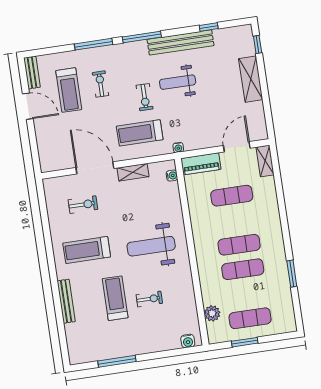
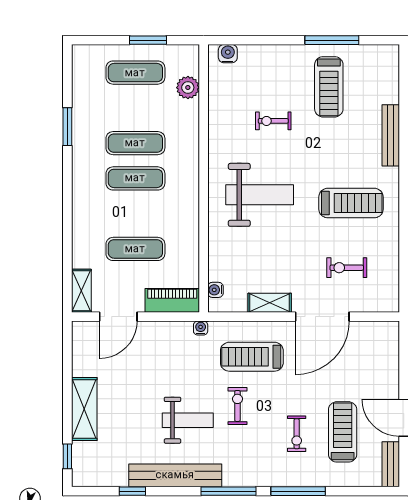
treadmill: (140, 133) -> (252, 357), turned 180
door: (95, 168) -> (322, 317), hinge flipped
treadmill: (115, 298) -> (329, 87), moved

